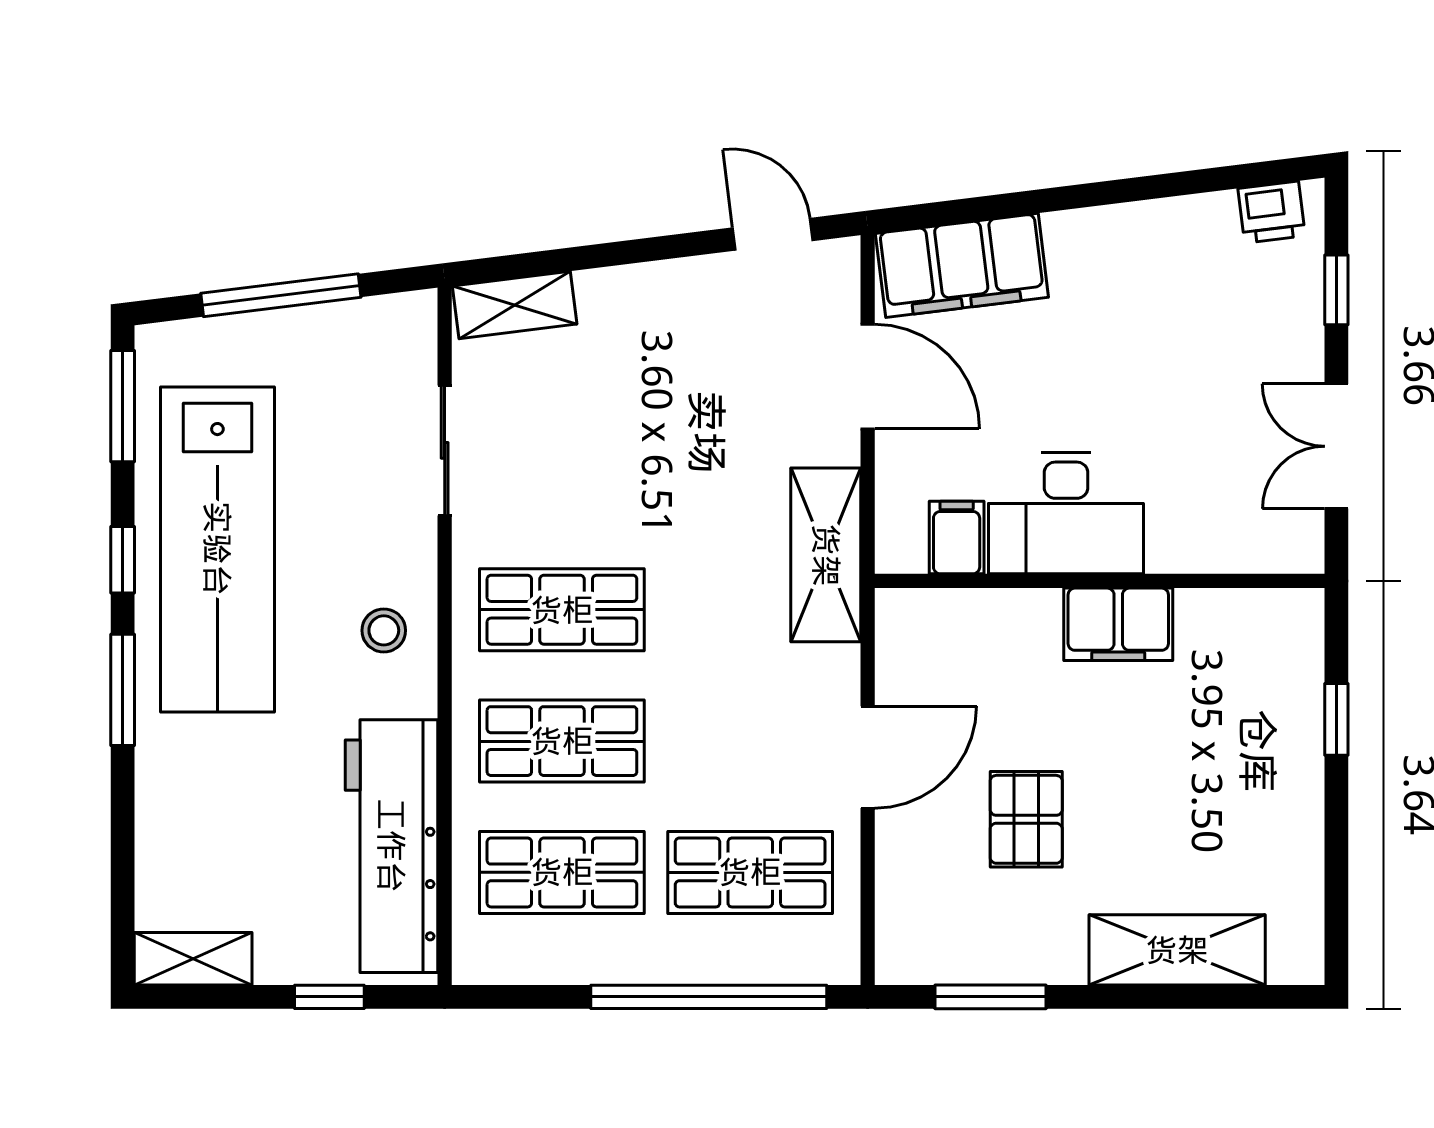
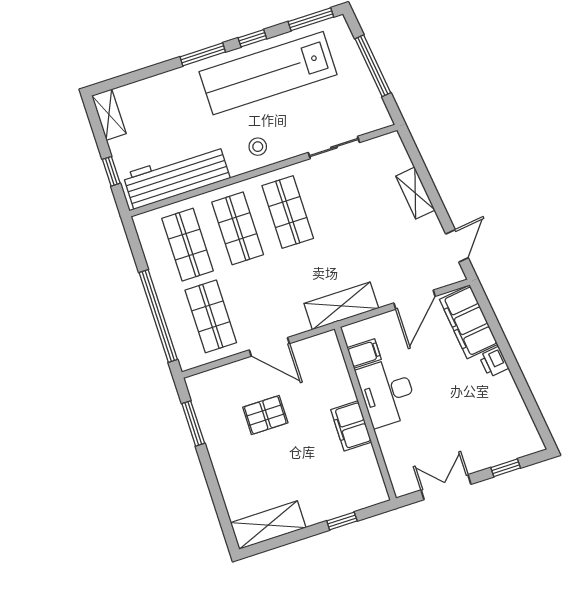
printer: (1272, 212) -> (494, 362), moved
shelving: (515, 305) -> (415, 193), moved
shelving: (1177, 950) -> (268, 525), moved, turned 90

